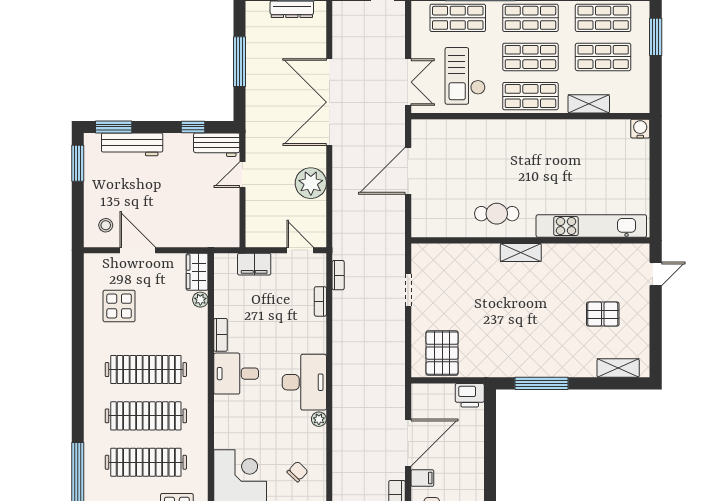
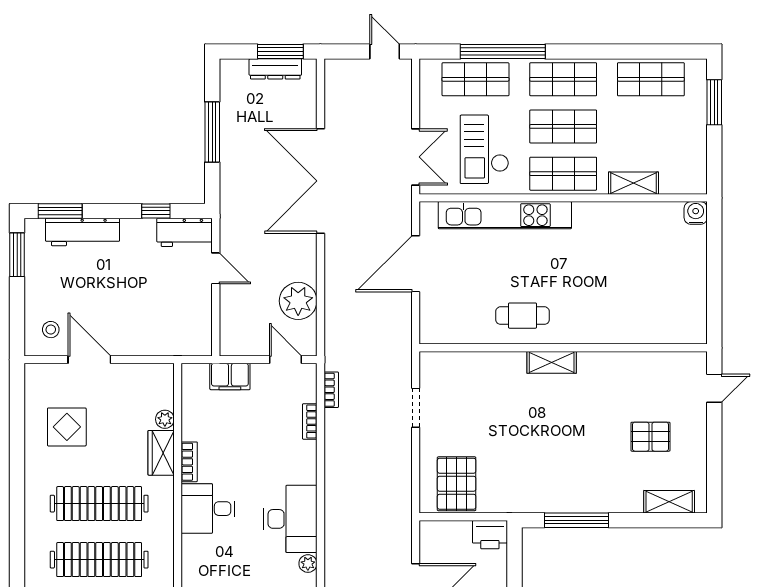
shop shelf: (603, 57) -> (651, 126), removed
door: (242, 175) -> (216, 268), swing flipped
plant: (311, 183) -> (298, 301), moved
kitchen unit: (591, 226) -> (505, 215), moved, turned 180
wardrobe: (197, 272) -> (161, 453), moved

